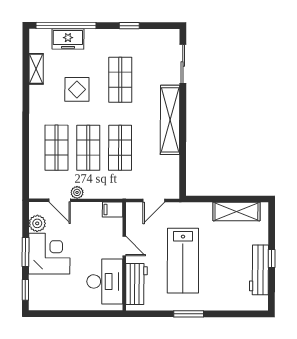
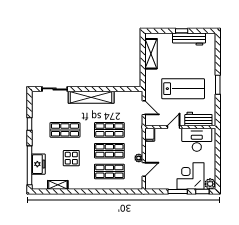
plant: (37, 223) -> (210, 184), moved
corner desk: (49, 254) -> (190, 176), moved

